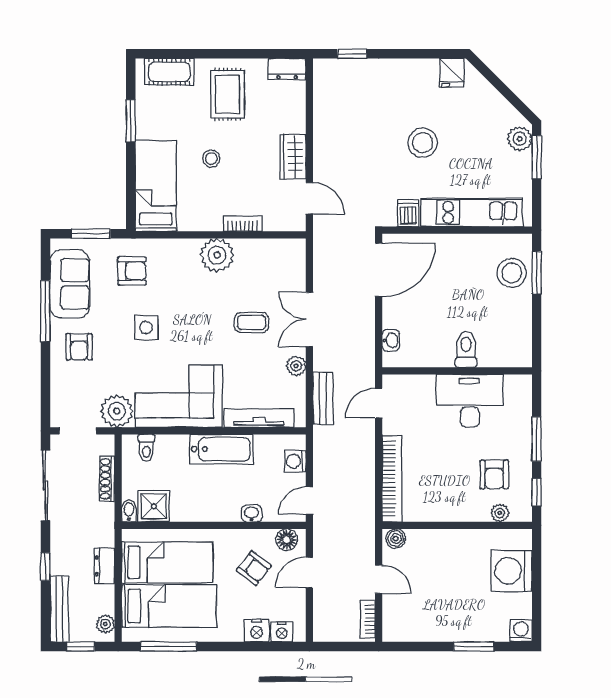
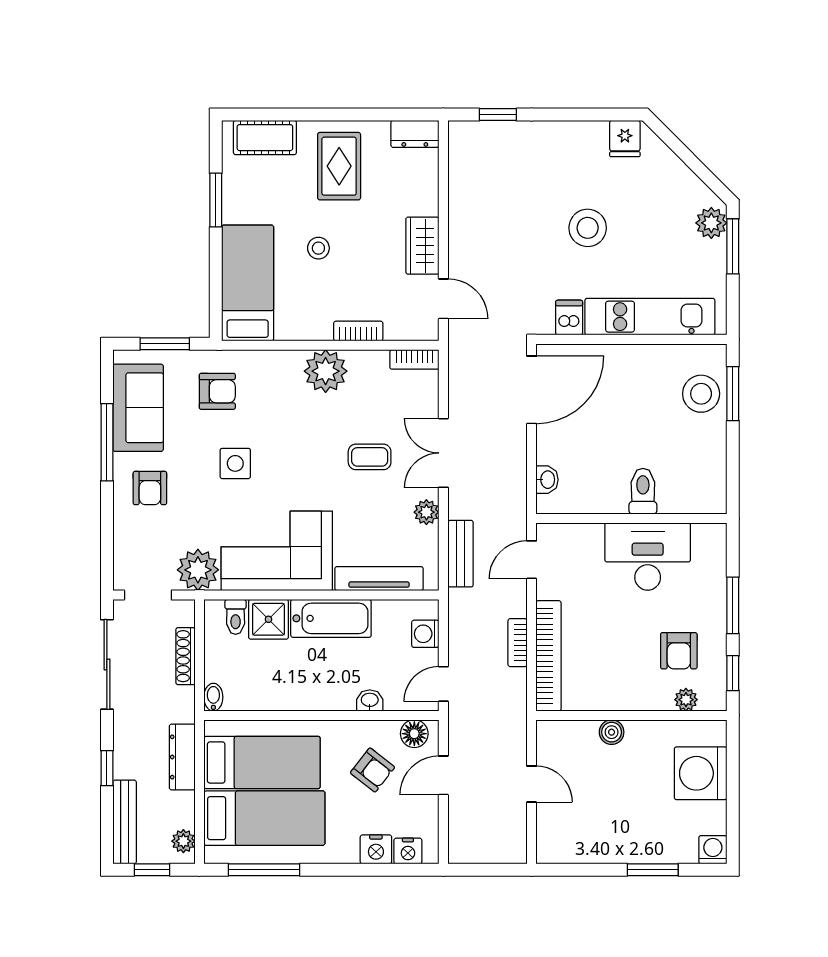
bookcase: (287, 246) -> (414, 359), added
shower: (154, 506) -> (268, 619), moved
boiler: (396, 538) -> (612, 732), moved
dresser: (104, 566) -> (182, 757), width x1.44
bookcase: (368, 619) -> (518, 643), moved

